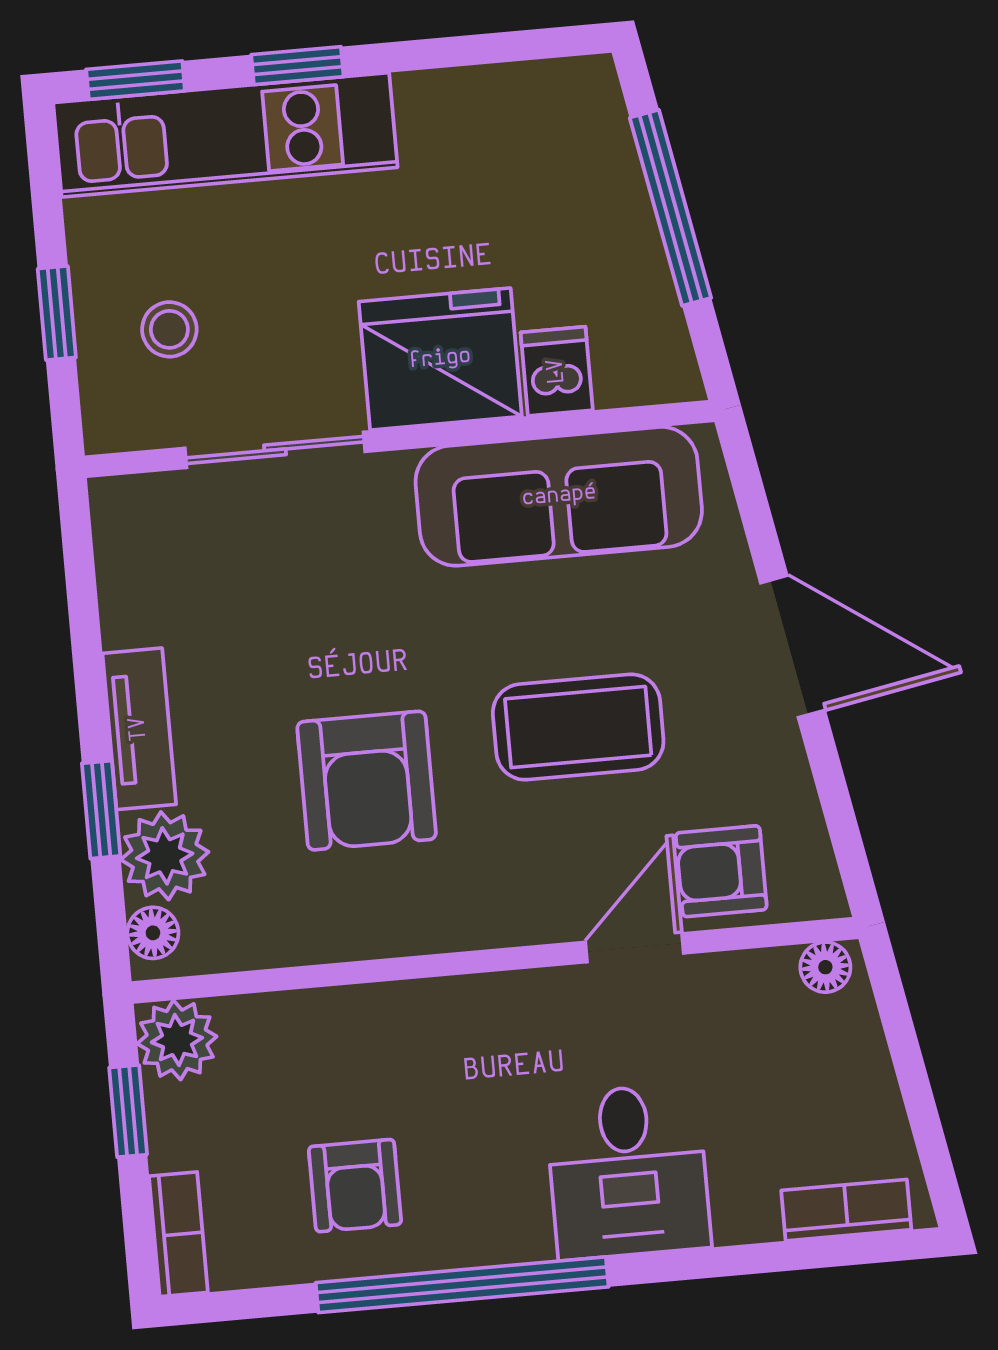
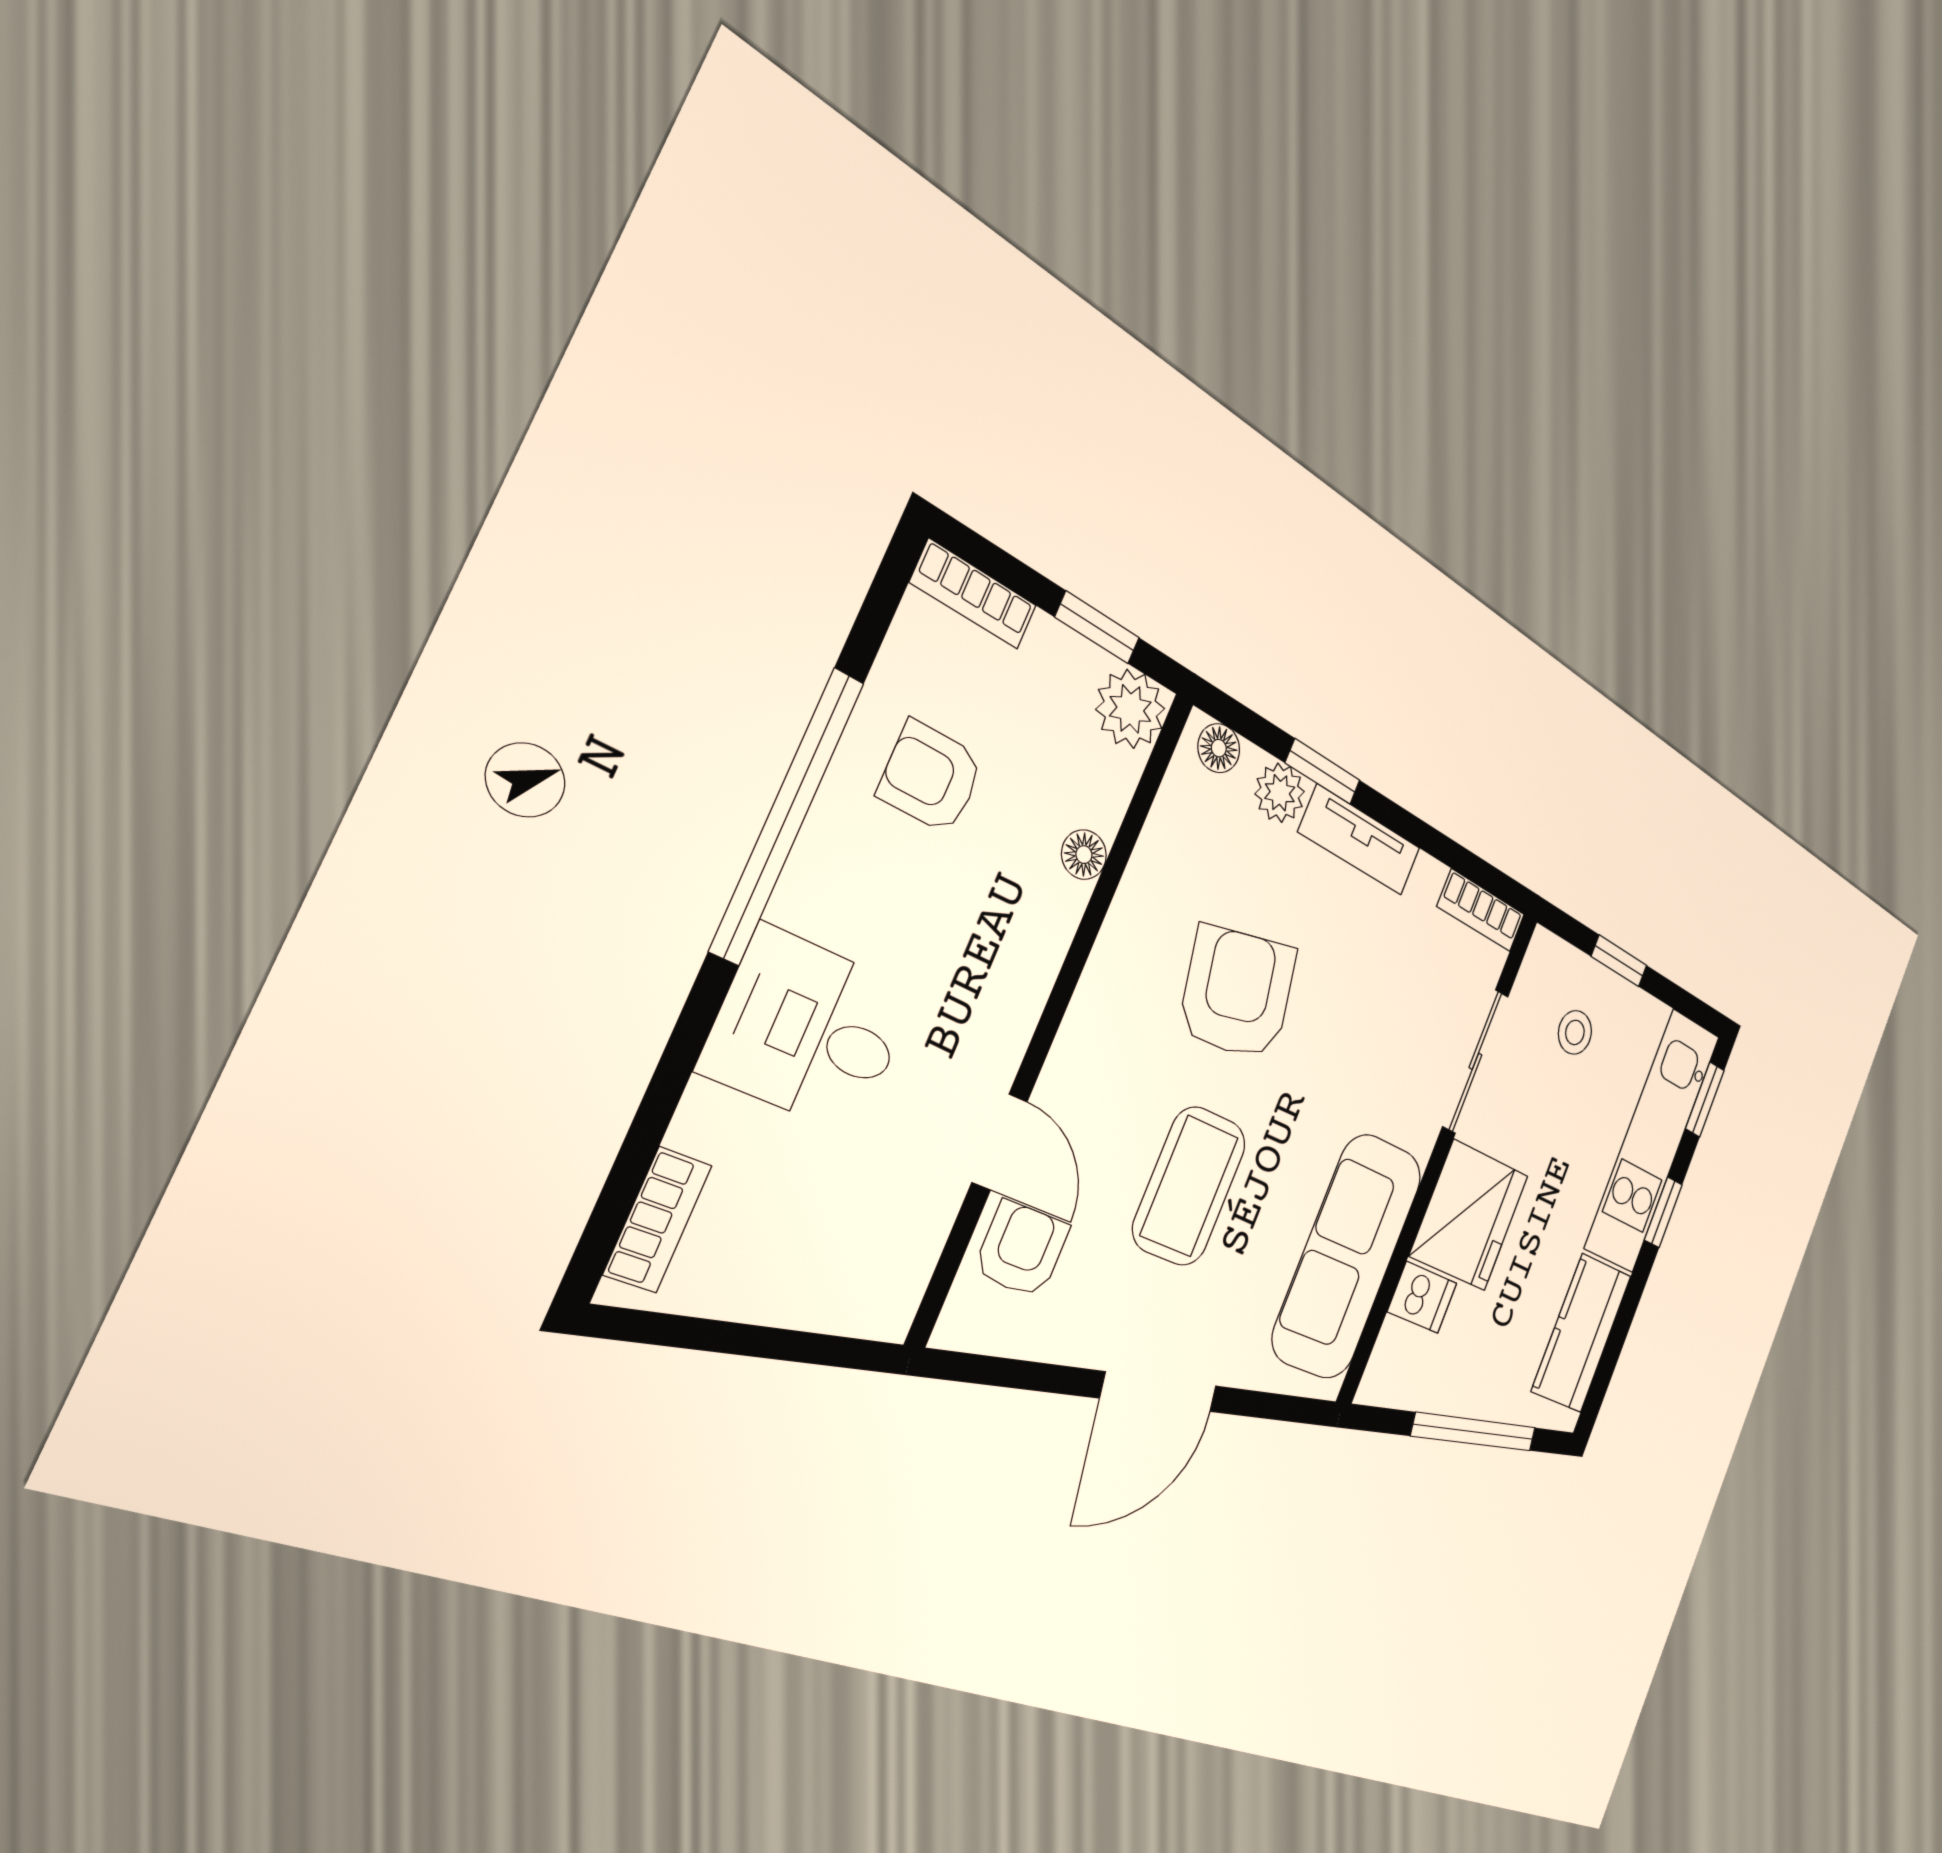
kitchen counter: (494, 111) -> (1582, 1333), added
bookcase: (117, 538) -> (1481, 910), added
armchair: (367, 781) -> (1238, 993), turned 78
plant: (165, 856) -> (1280, 793), width x0.73, depth x0.73
floor lamp: (825, 967) -> (1084, 855), moved

